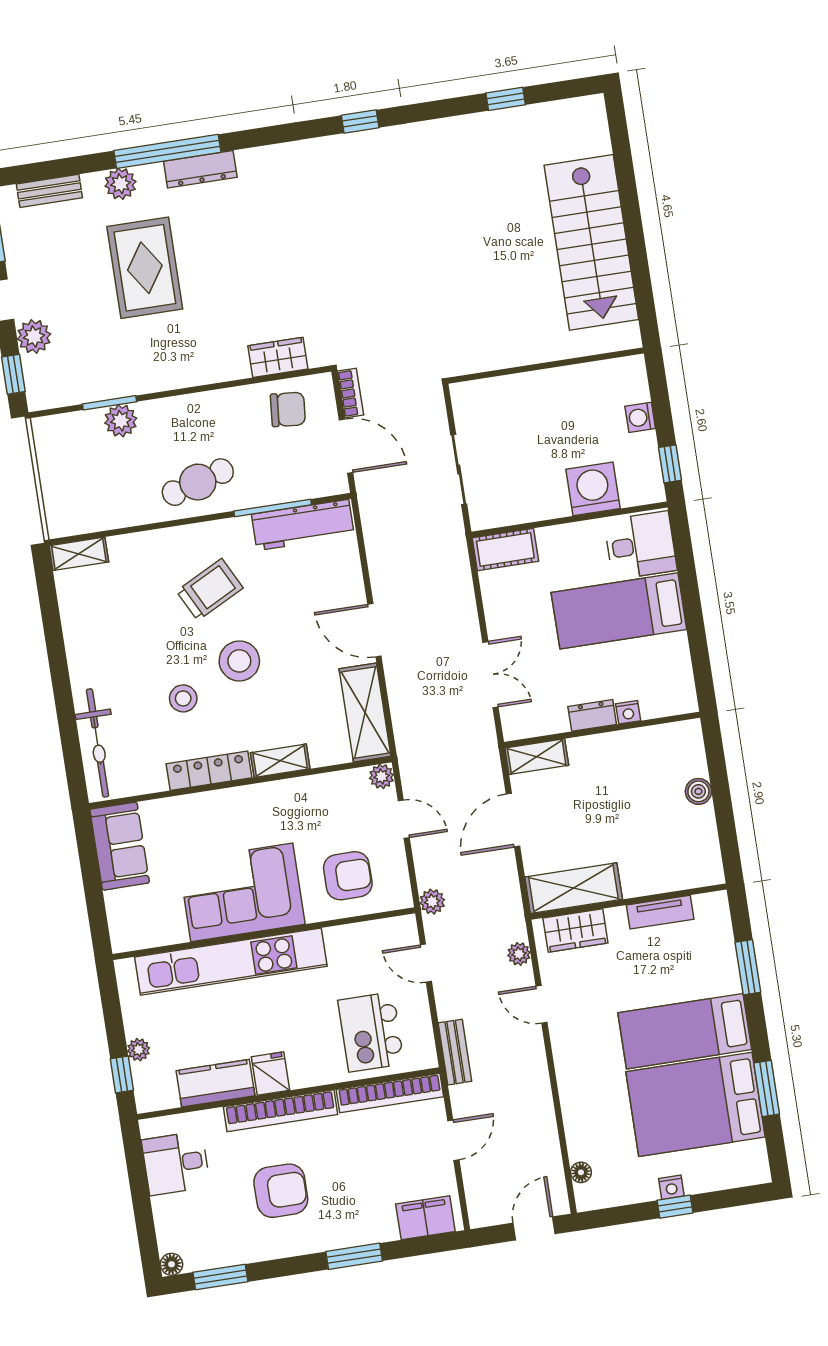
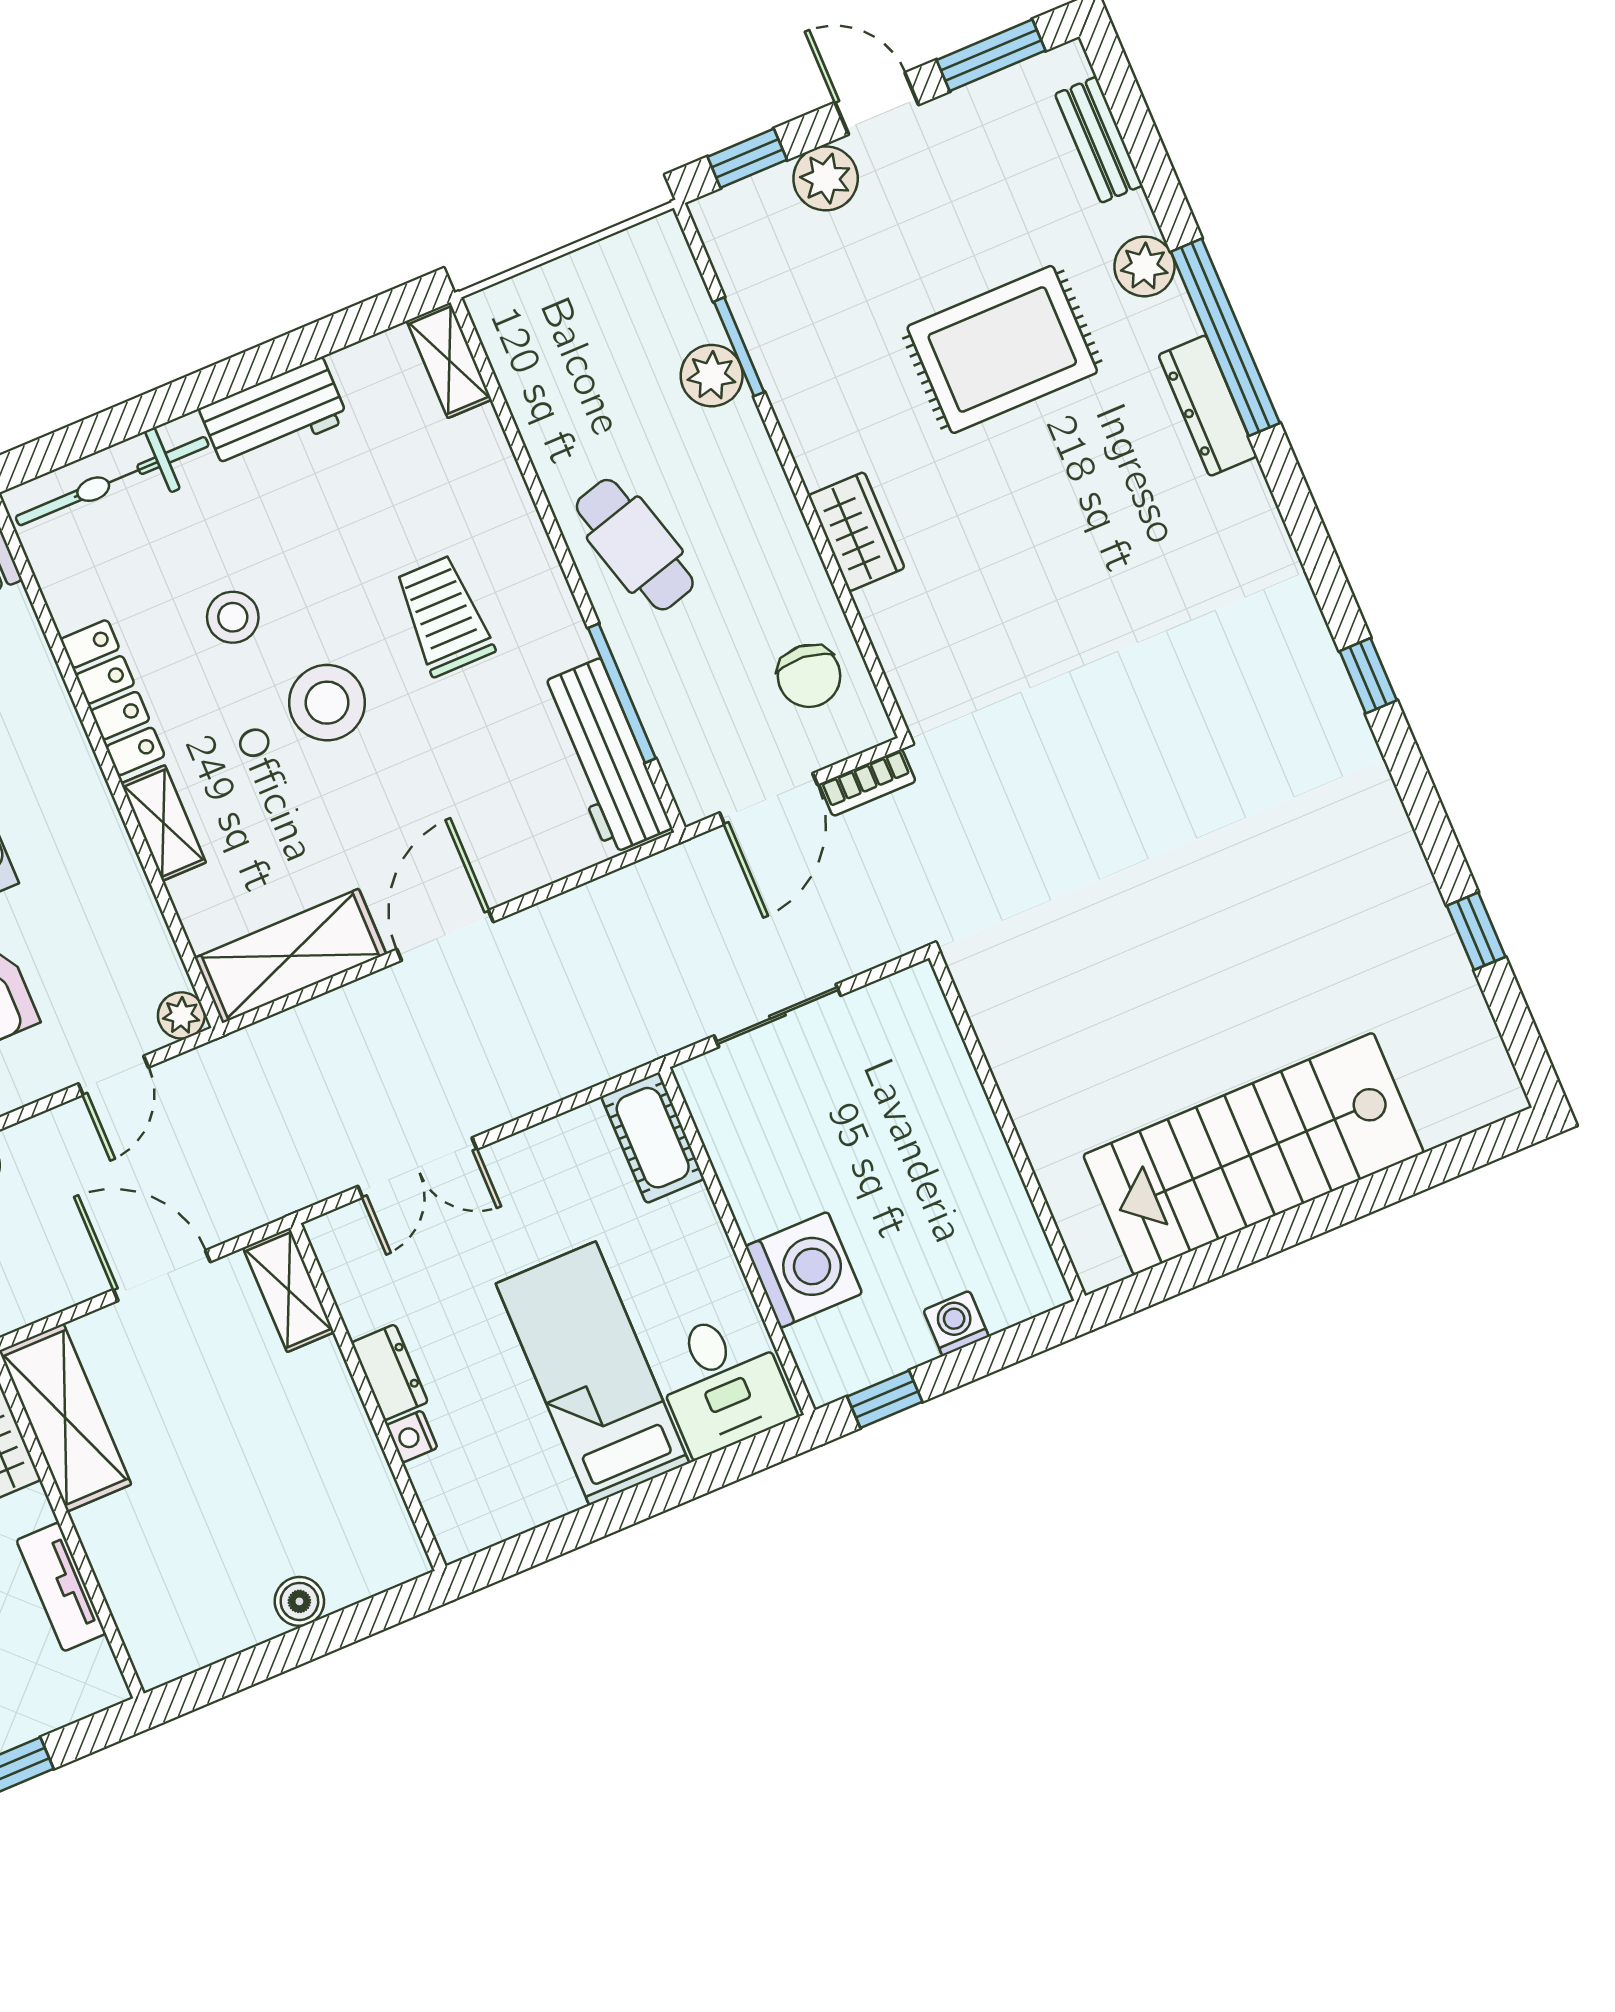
wardrobe: (278, 357) -> (856, 532), moved
trolley: (210, 590) -> (444, 616), turned -153
workbench: (84, 651) -> (274, 414), added

